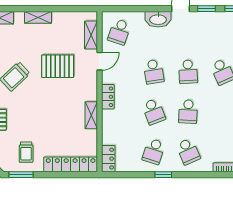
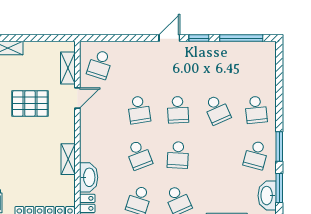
washbasin: (158, 19) -> (89, 177), moved, turned -90
locker: (108, 97) -> (87, 138), removed

